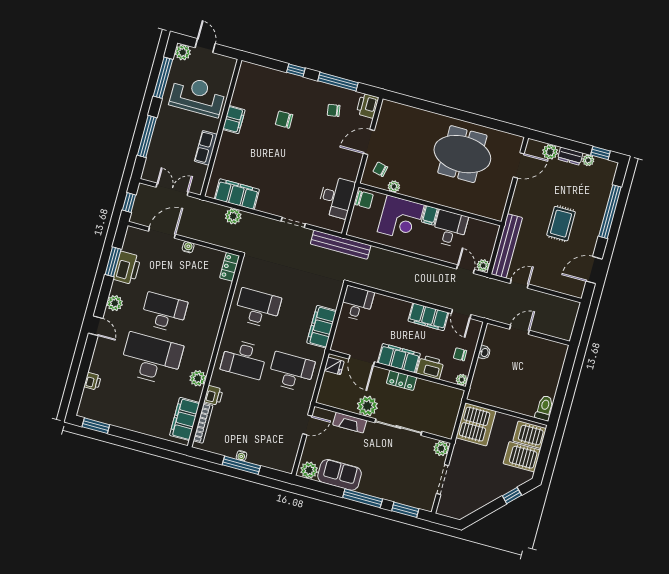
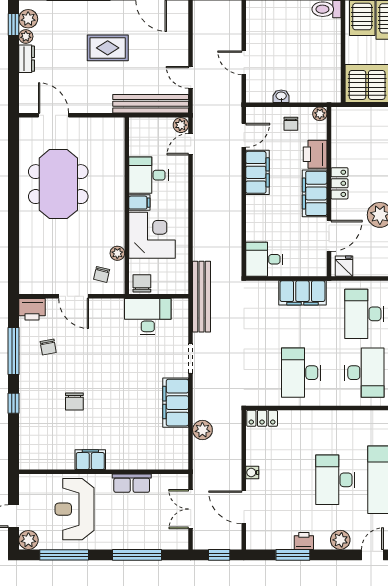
plant: (550, 152) -> (28, 19), moved
filing cabinet: (237, 194) -> (176, 403), moved
printer: (127, 268) -> (304, 541), width x0.53, depth x0.68

